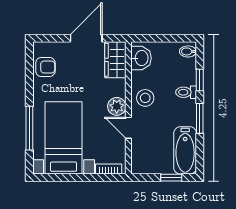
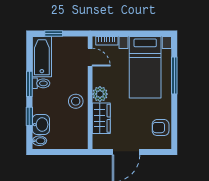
washbasin: (141, 58) -> (41, 125), moved, turned 180
wardrobe: (115, 60) -> (101, 118), moved
toilet: (186, 92) -> (41, 83), moved
door: (128, 128) -> (90, 57), moved

